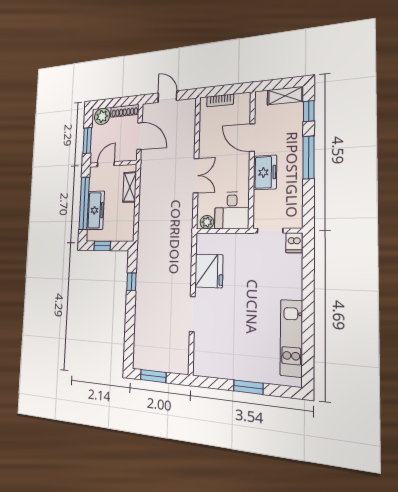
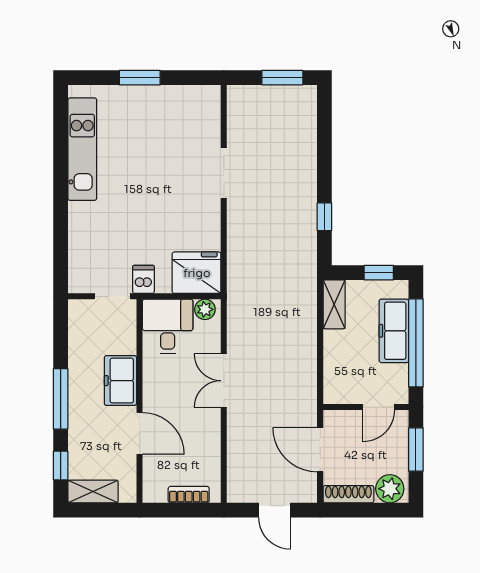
shelving: (130, 187) -> (334, 304), moved
dishwasher: (294, 243) -> (143, 279), moved
fridge: (209, 271) -> (197, 273), moved, turned 90

